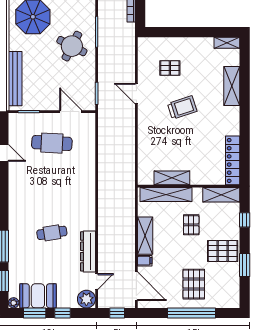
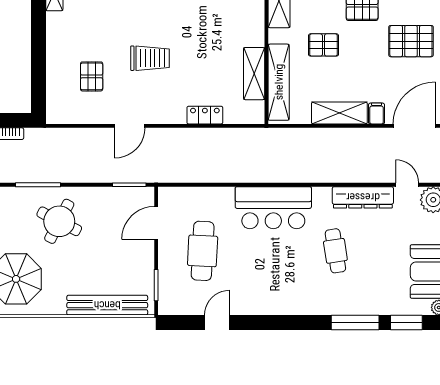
trolley: (182, 107) -> (150, 58), turned 108
locker: (144, 145) -> (205, 115), added
bar counter: (81, 191) -> (273, 208), added

